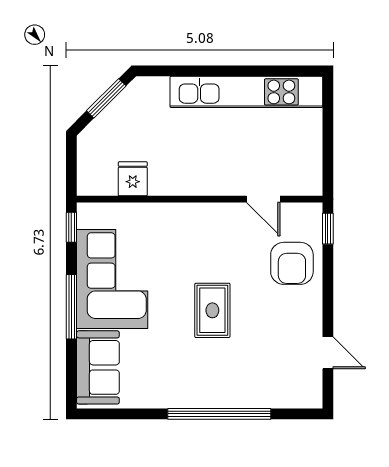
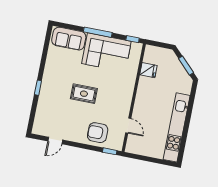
door: (263, 199) -> (128, 126), swing flipped
window: (219, 414) -> (38, 88), width x0.32

